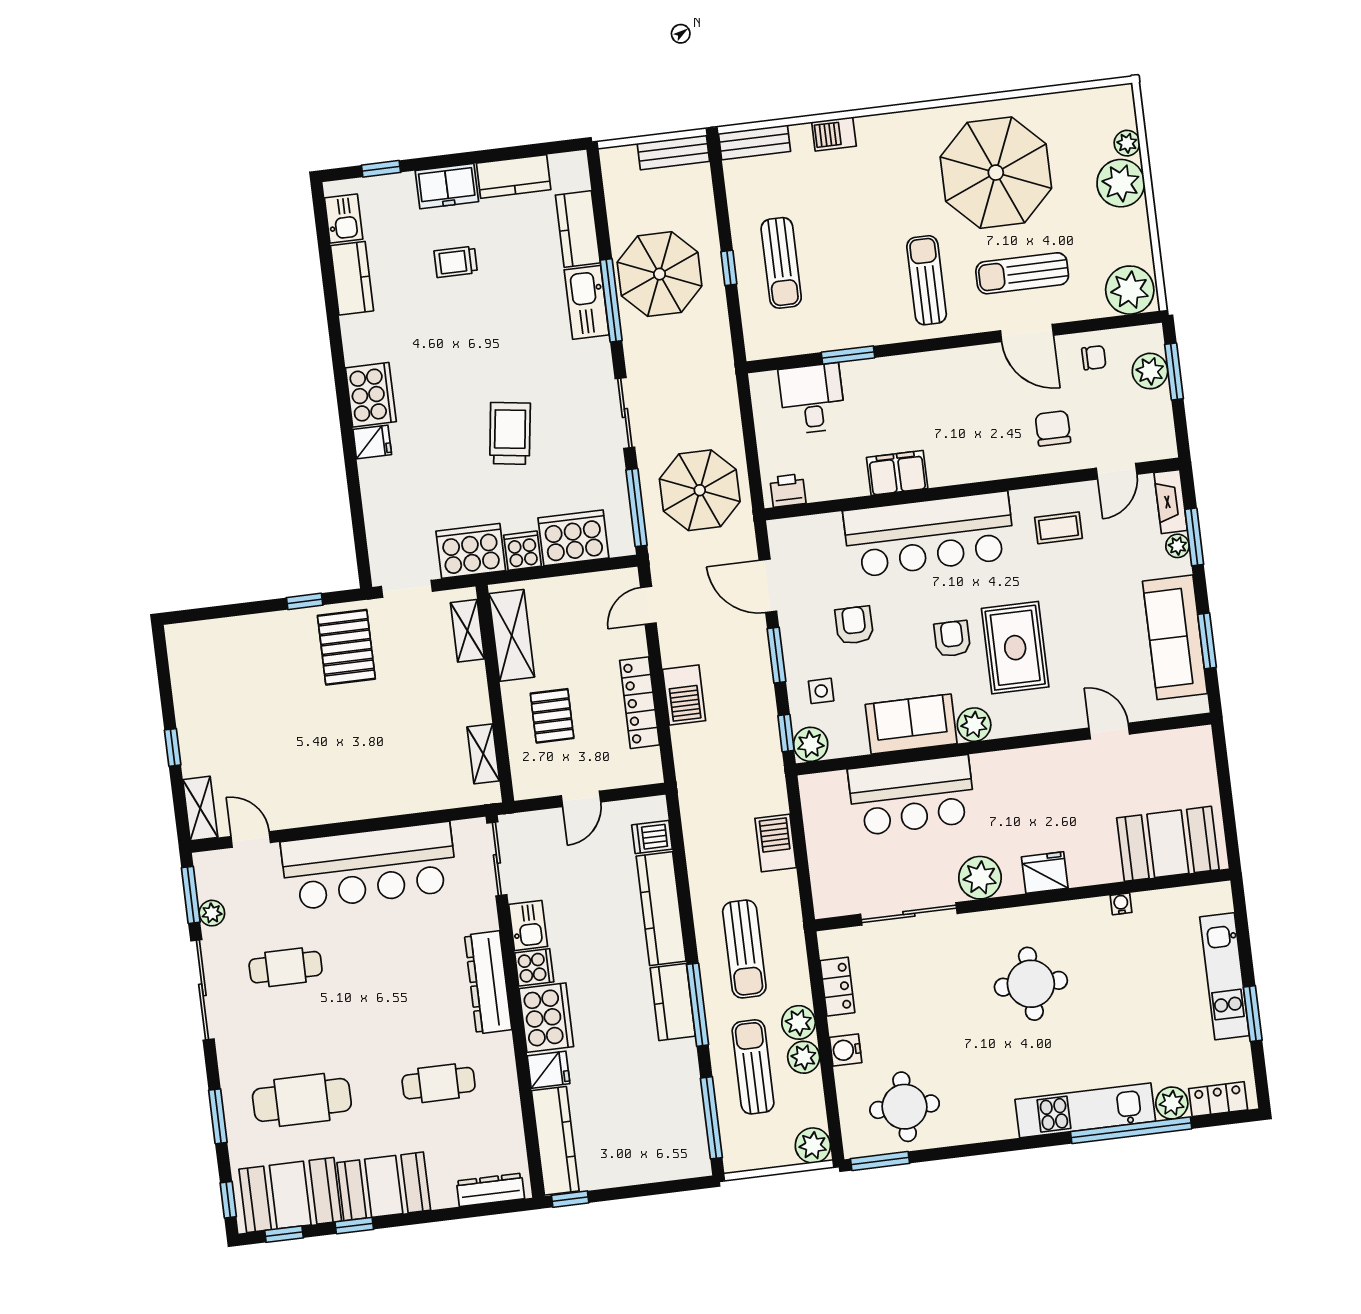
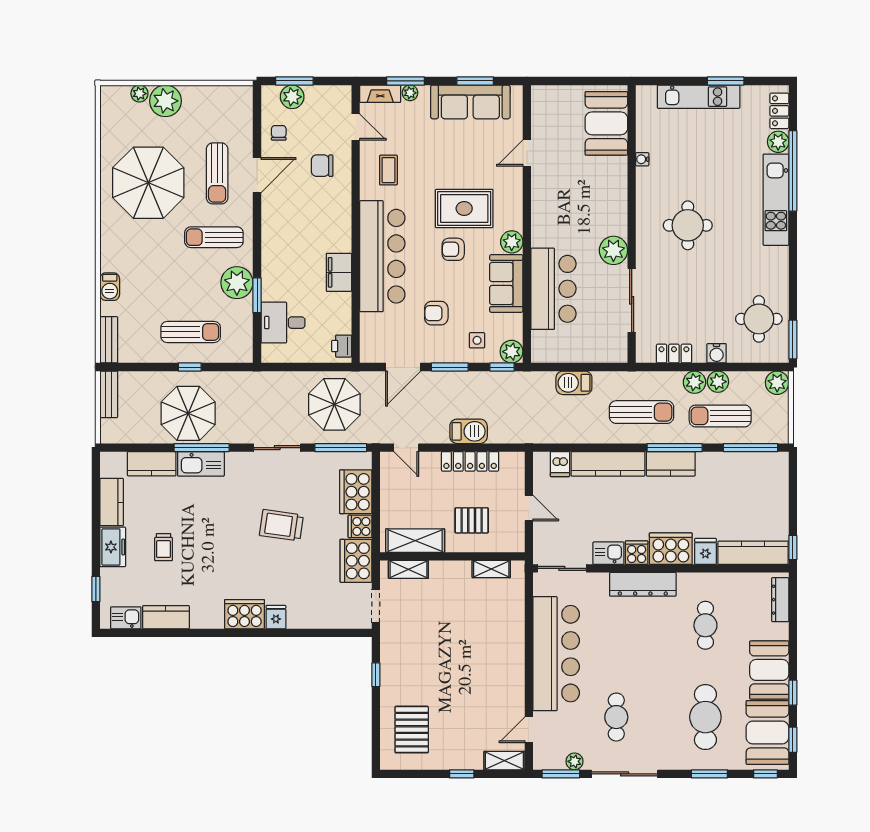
plant: (1130, 290) -> (237, 283), moved
pallet: (346, 647) -> (412, 730), moved, turned 90
fridge: (1045, 873) -> (615, 207), removed

